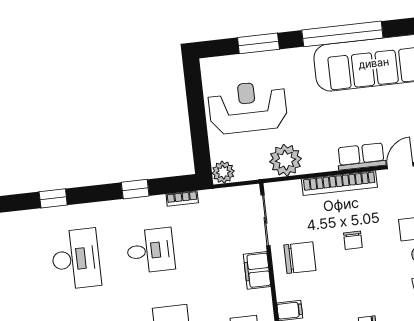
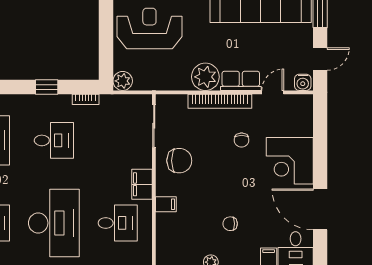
plant: (286, 160) -> (205, 77), moved
chair: (353, 240) -> (242, 140), moved
filing cabinet: (257, 270) -> (142, 184), moved

